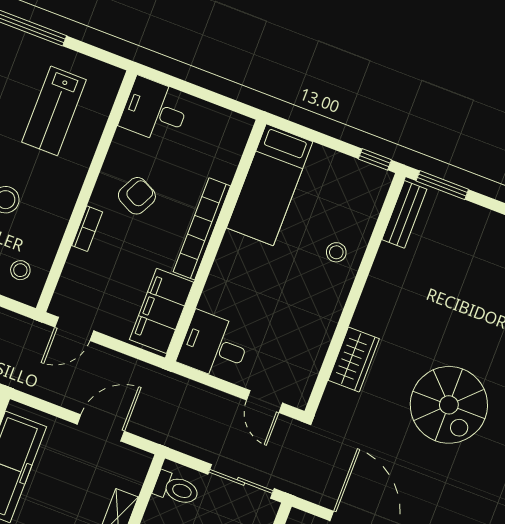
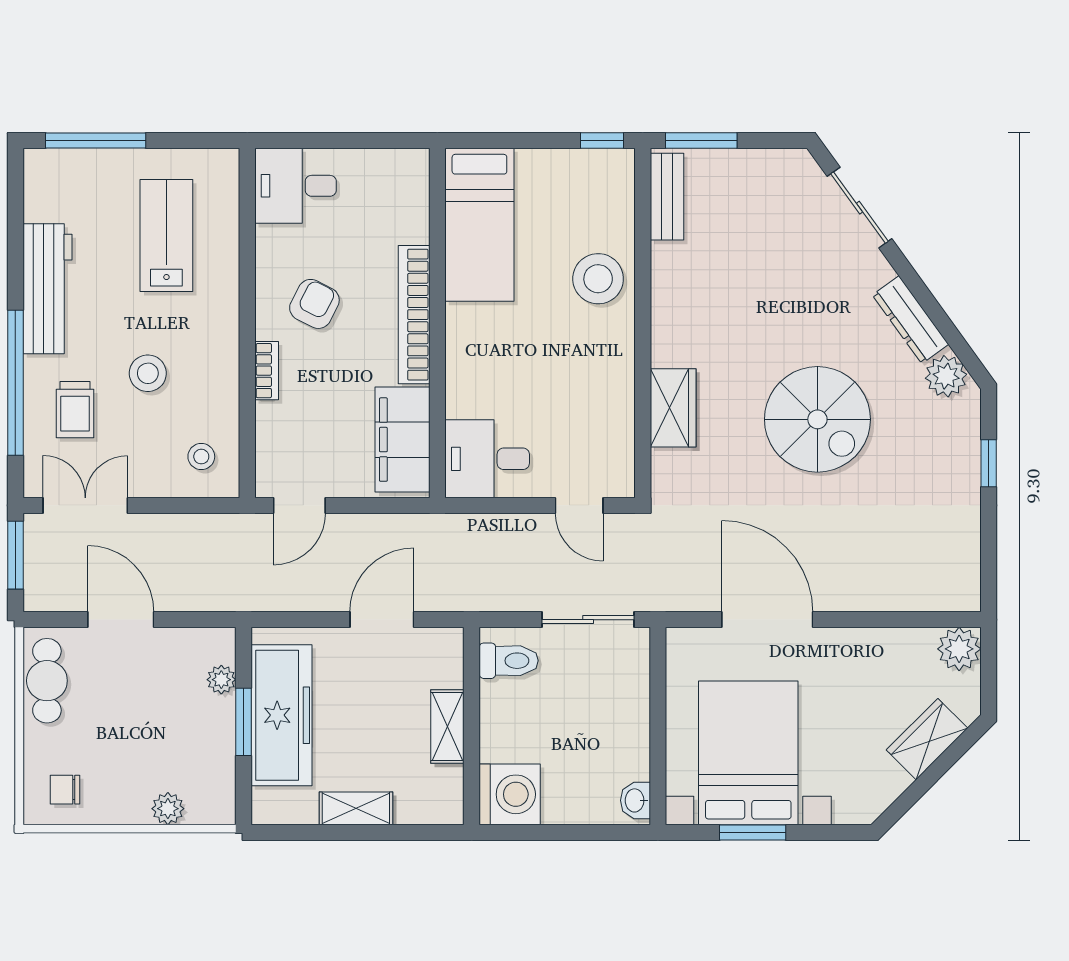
lab bench: (54, 111) -> (166, 236), turned 180
stool: (336, 252) -> (598, 279), width x1.89, depth x1.89

